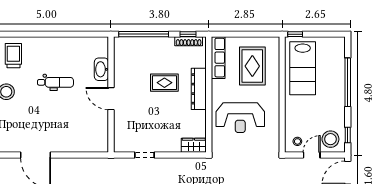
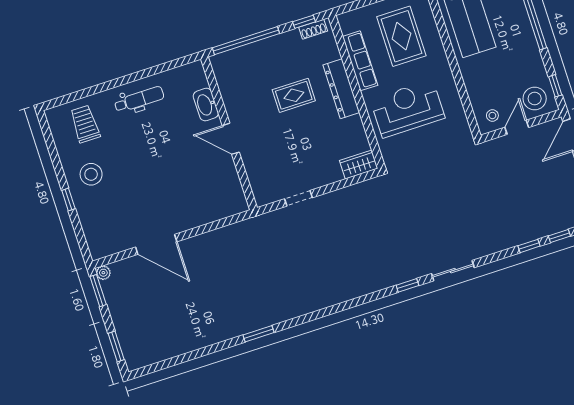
shoe rack: (189, 41) -> (313, 29), width x0.70
row of seats: (218, 58) -> (360, 61), moved
dental chair: (55, 82) -> (139, 99), moved
reception desk: (240, 118) -> (408, 109), turned 180

